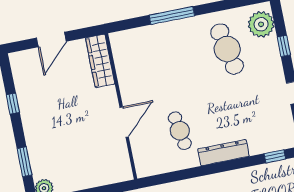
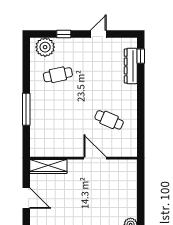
cafe table: (227, 49) -> (58, 75), width x0.73, depth x0.74
cafe table: (180, 131) -> (109, 120), turned 33
dresser: (223, 153) -> (131, 66), moved

